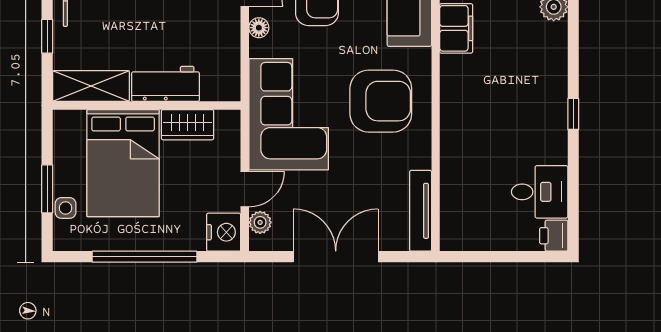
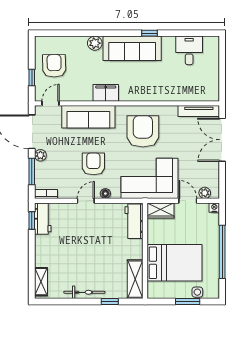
sofa: (544, 80) -> (132, 48), added
workbench: (165, 84) -> (134, 221), moved
wardrobe: (187, 125) -> (160, 211), moved, turned 90
nightstand: (224, 232) -> (214, 208), width x0.53, depth x0.56
printer: (554, 236) -> (211, 43), removed
double door: (336, 257) -> (222, 140), moved

